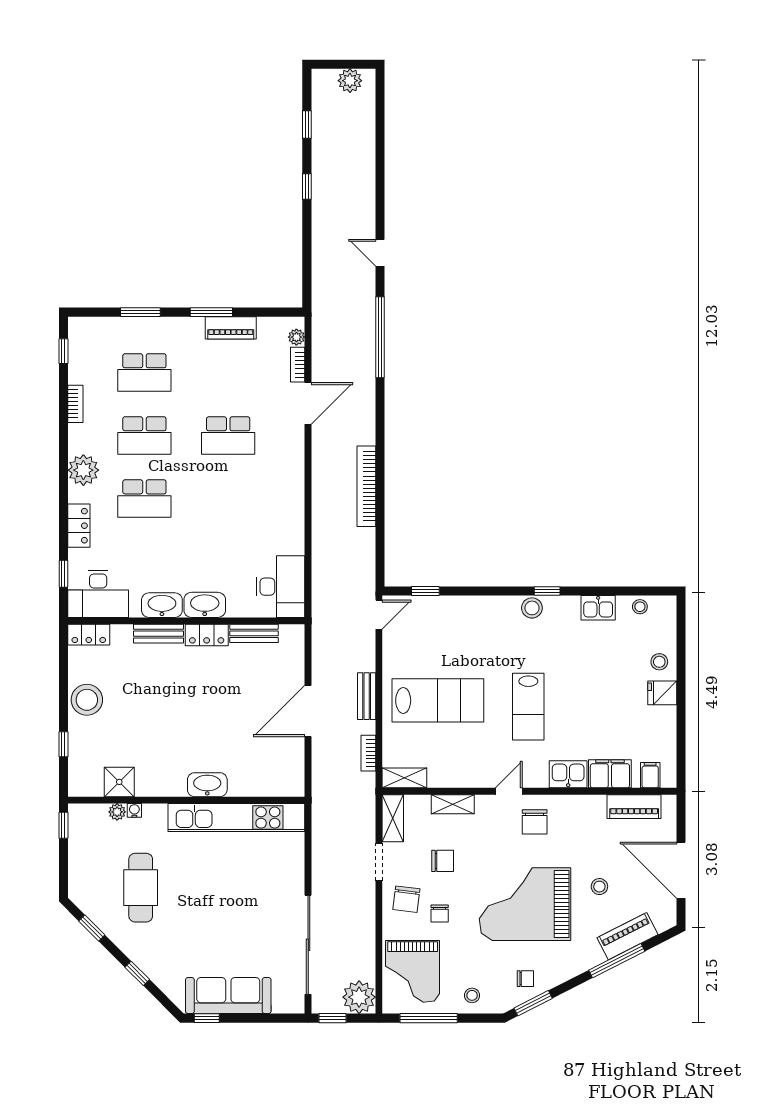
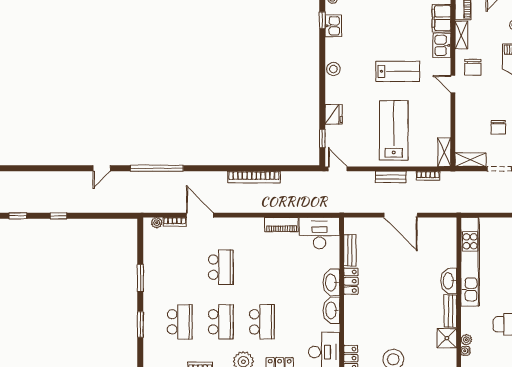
piano: (231, 328) -> (282, 225), moved, turned 90
window: (547, 591) -> (322, 20), moved
fridge: (462, 608) -> (334, 114), added
bench: (159, 634) -> (450, 311), moved
shelving: (453, 804) -> (461, 35), moved
water cooler: (134, 810) -> (465, 351), moved
chair: (535, 822) -> (473, 67), turned 90
chair: (443, 861) -> (498, 127), turned 180

